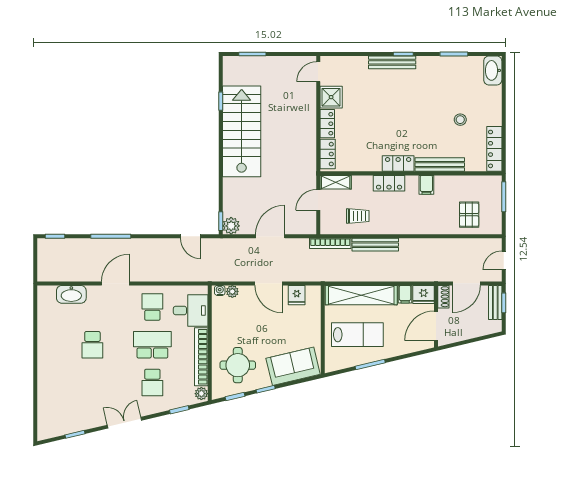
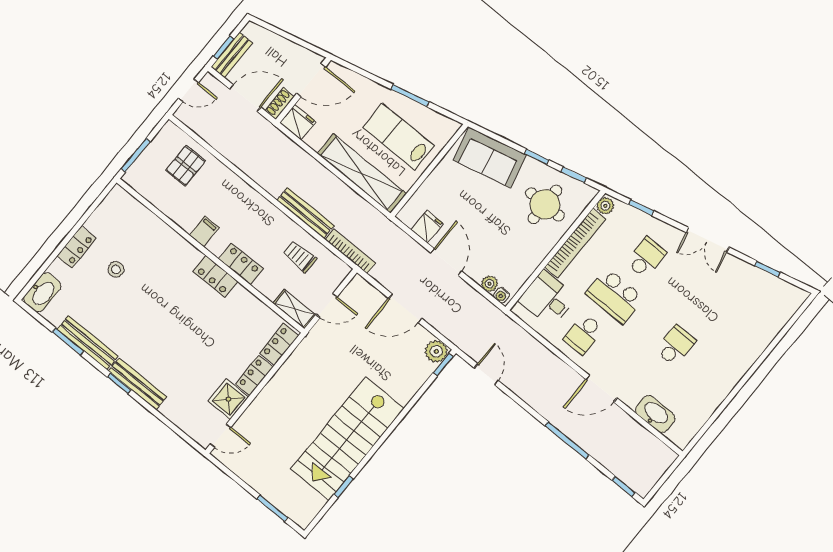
locker: (494, 149) -> (77, 247), moved, width x0.66
bench: (440, 165) -> (88, 343), moved
filing cabinet: (405, 294) -> (316, 138), removed

